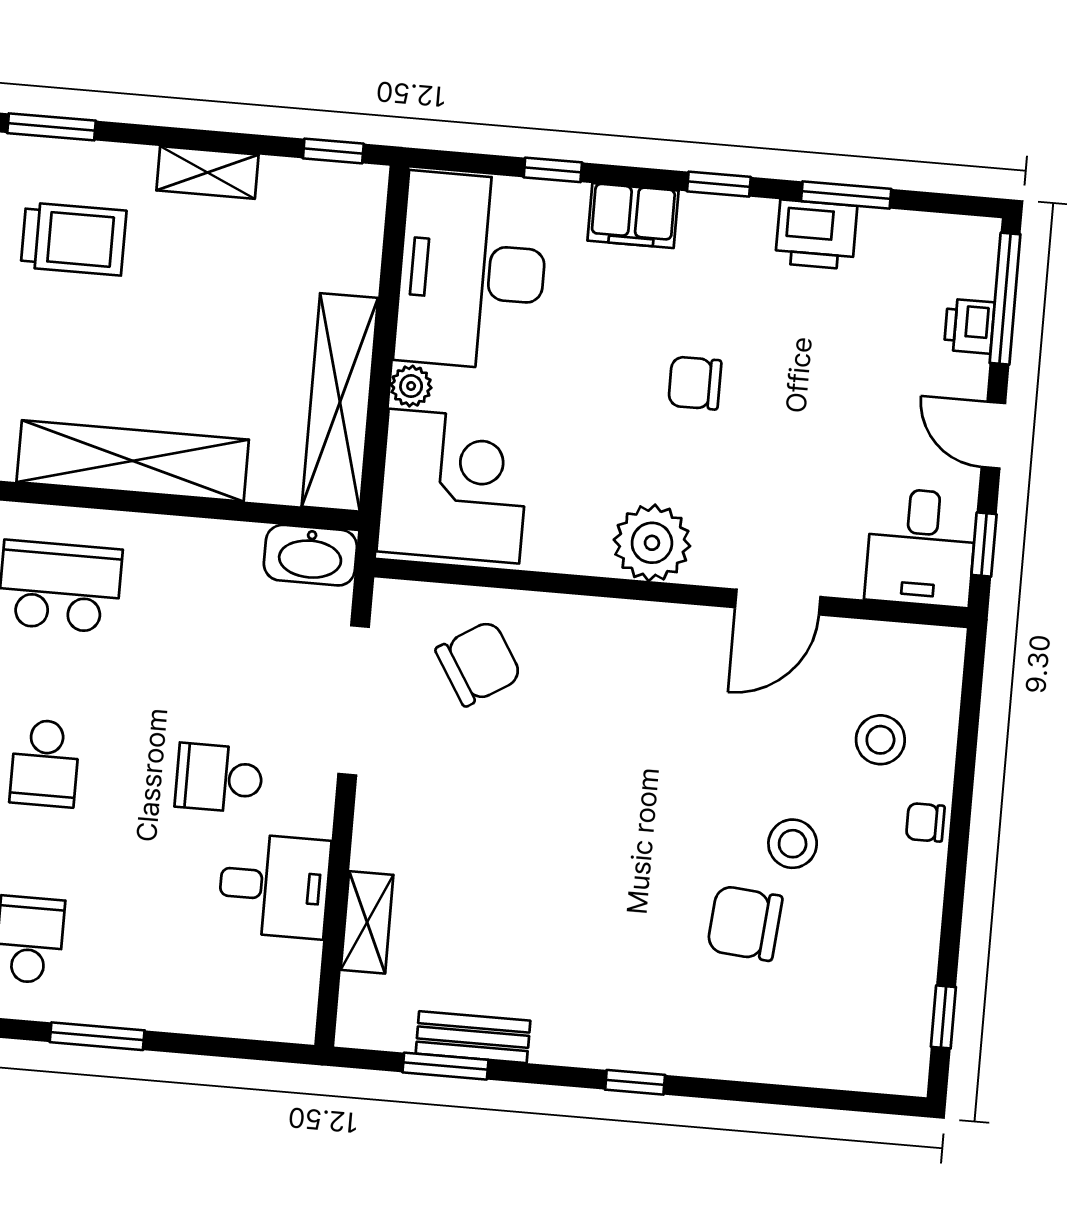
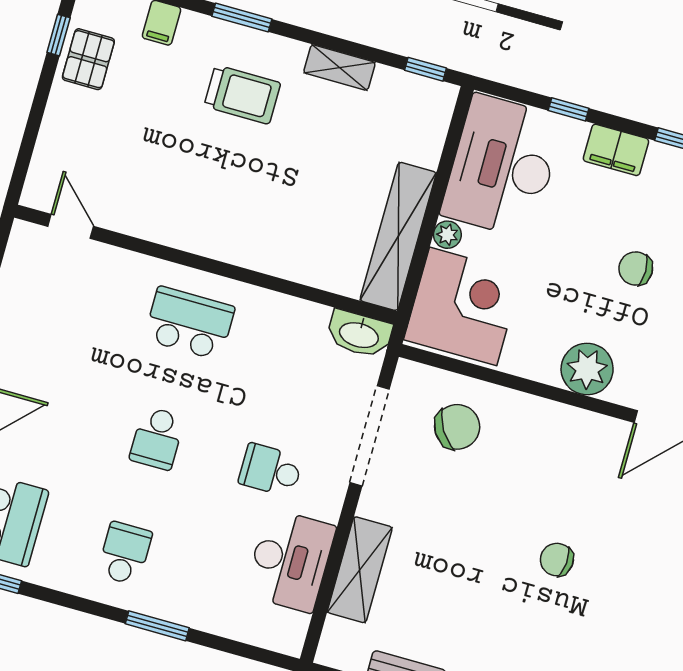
shelving: (133, 461) -> (253, 249), removed
stool: (793, 844) -> (642, 586), removed
desk: (274, 886) -> (290, 561), width x1.37
shelving: (367, 922) -> (360, 570), width x1.50, depth x1.33
chair: (745, 923) -> (557, 560), moved, width x0.73, depth x0.73

